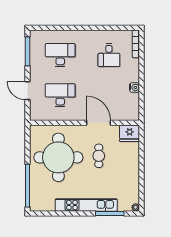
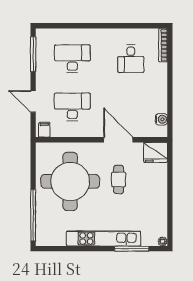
water cooler: (135, 87) -> (161, 119), moved
filing cabinet: (37, 114) -> (44, 130), added

